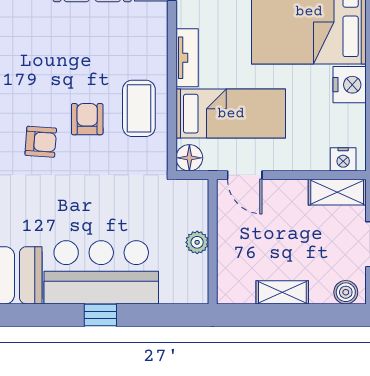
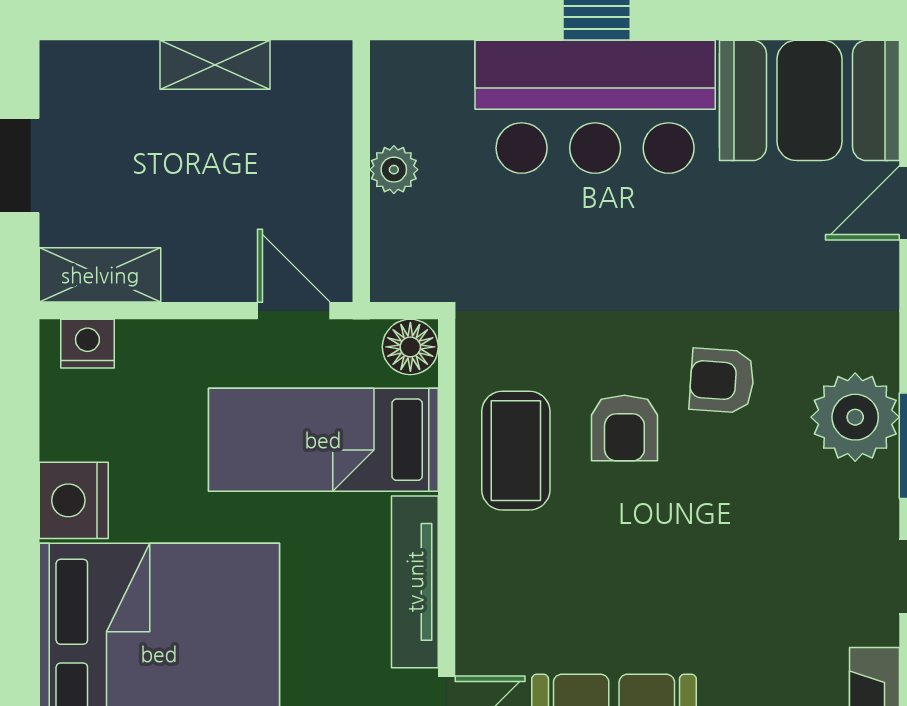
tv unit: (187, 58) -> (415, 582), width x1.41
boiler: (346, 292) -> (82, 65), removed

